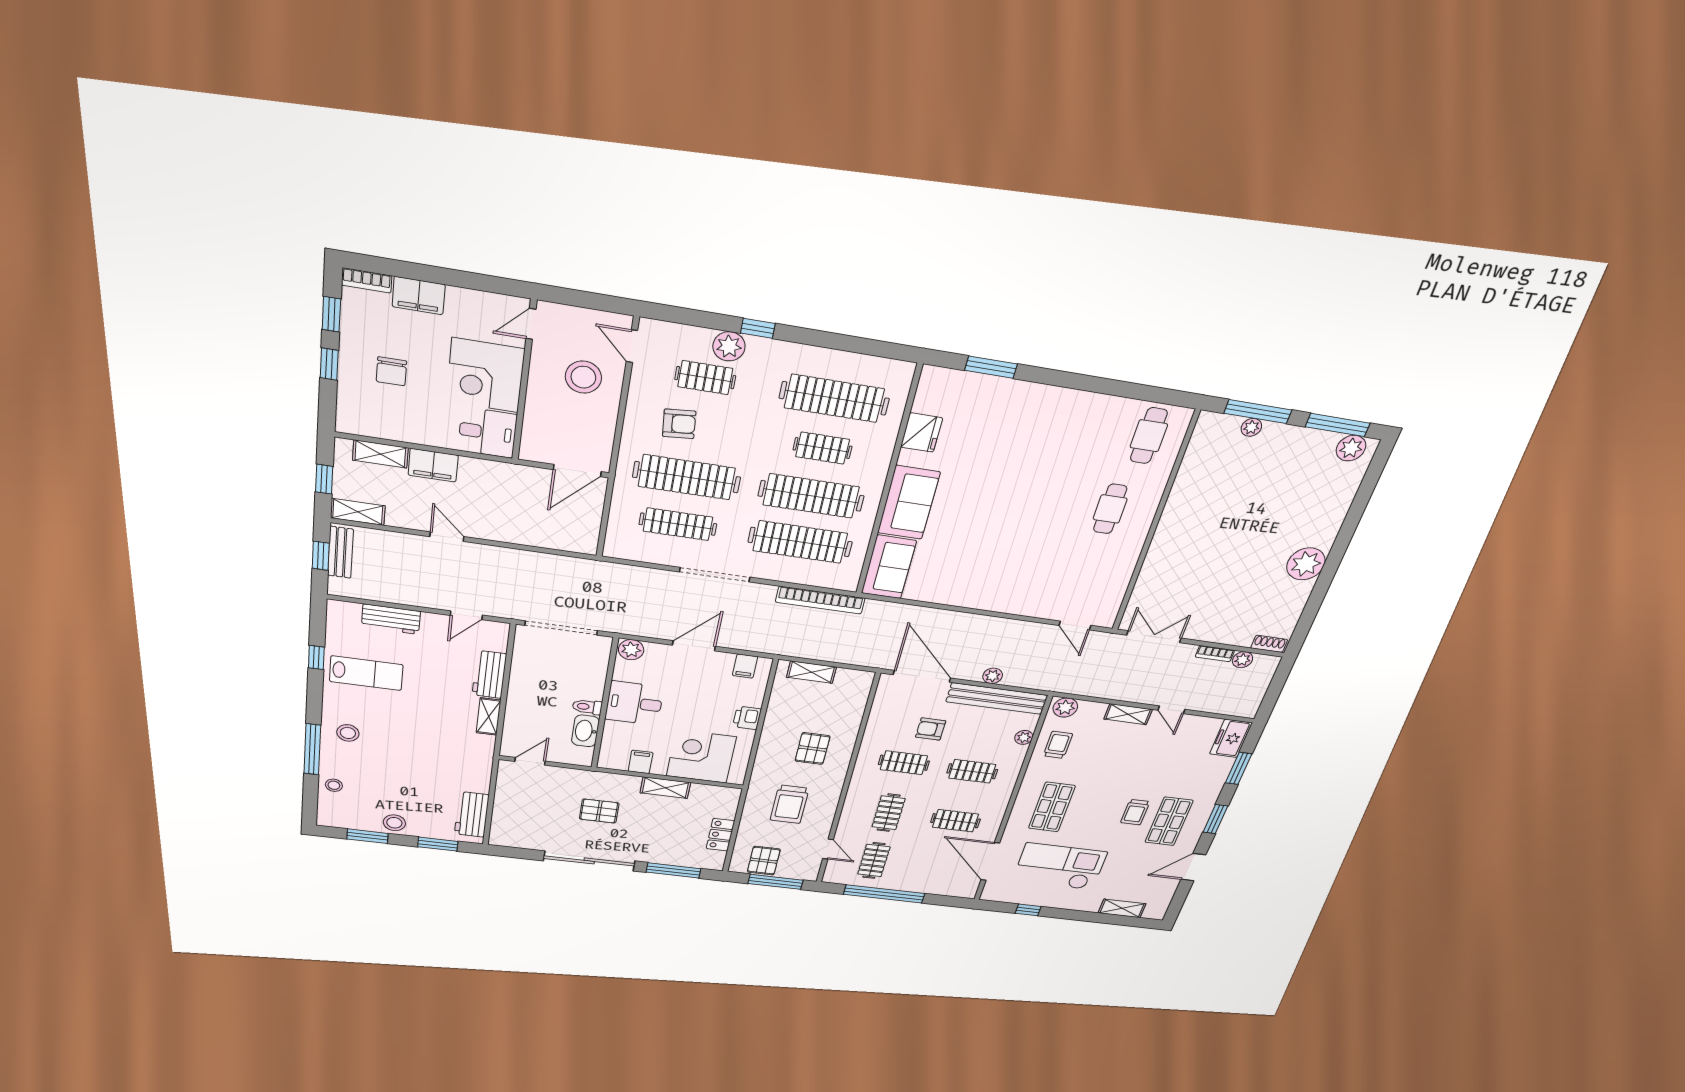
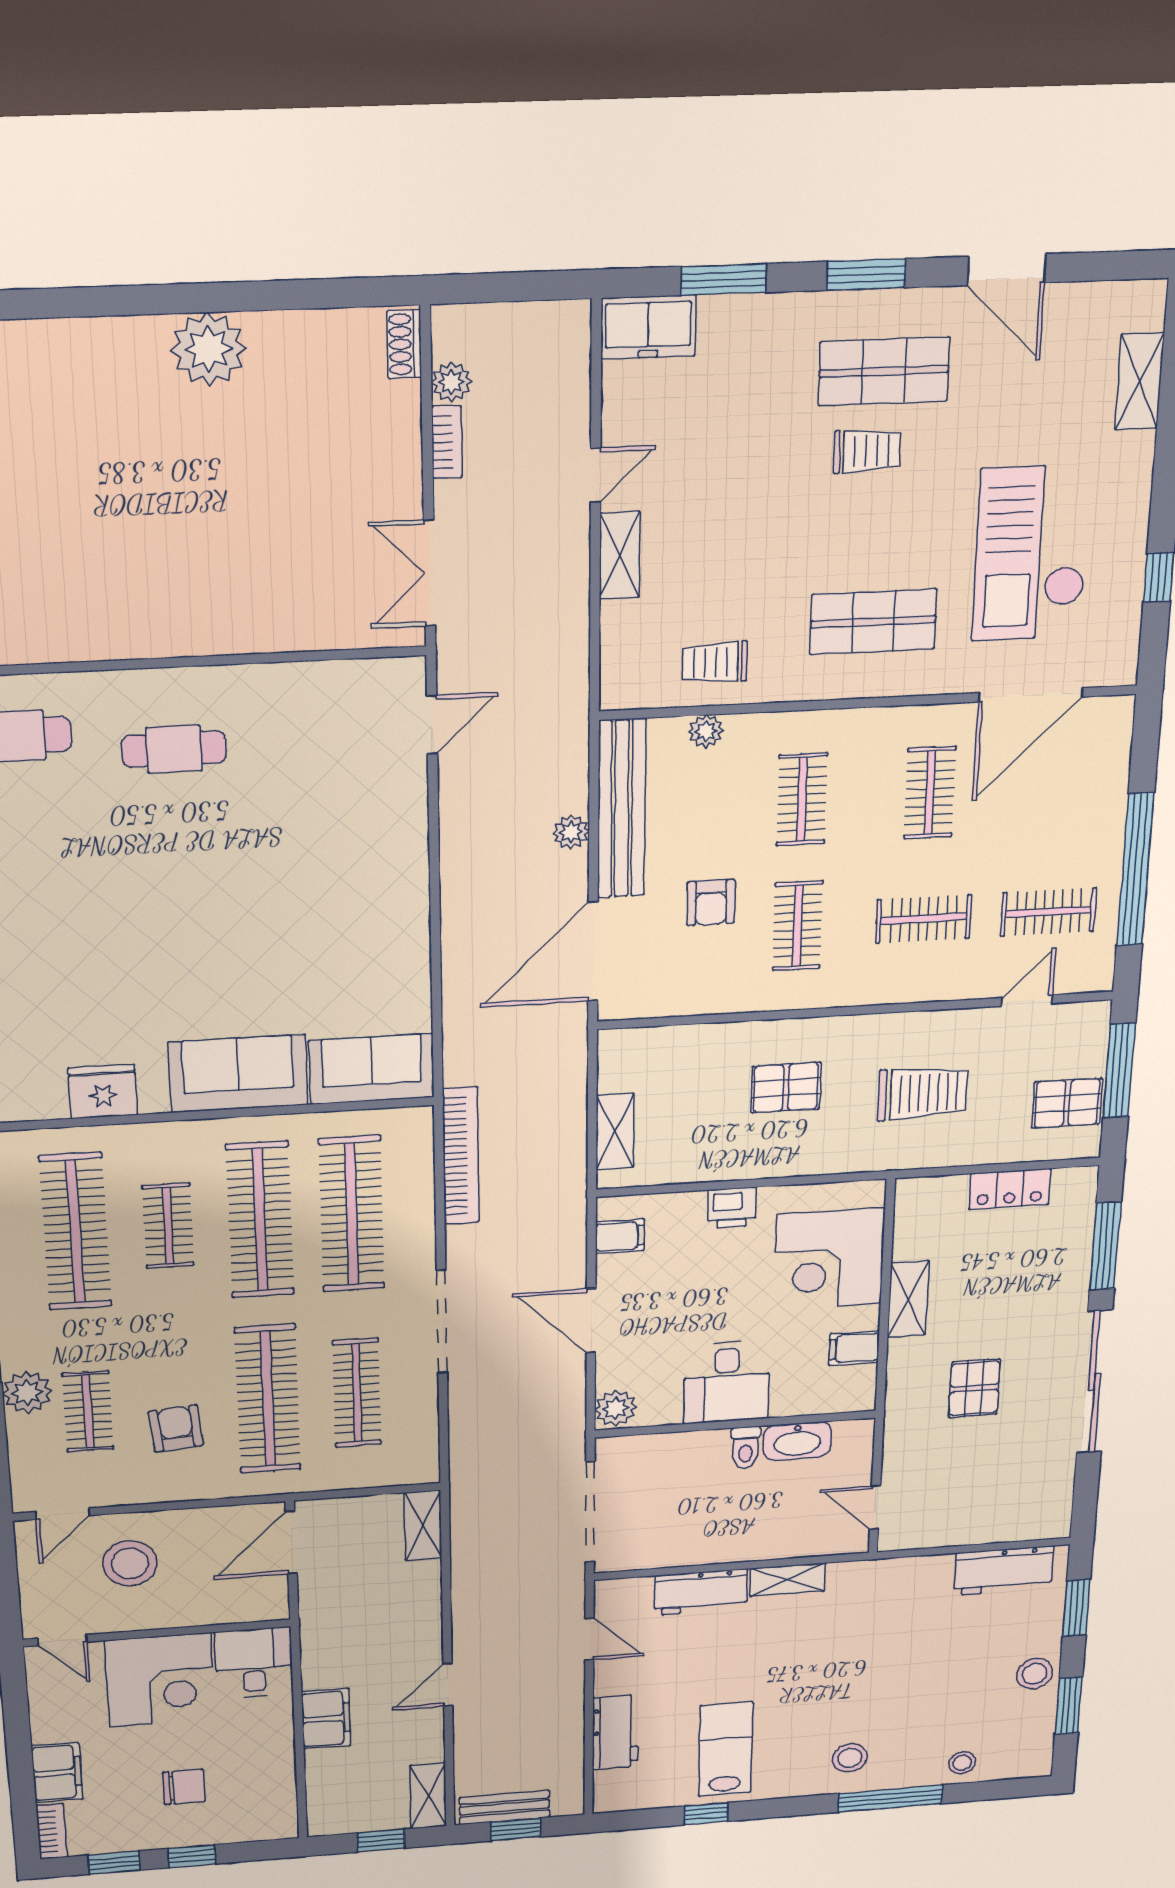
shelving: (380, 454) -> (423, 1525), moved
door: (577, 471) -> (291, 1542), swing flipped
plant: (1065, 708) -> (623, 679), removed

